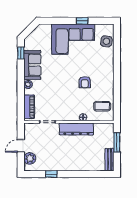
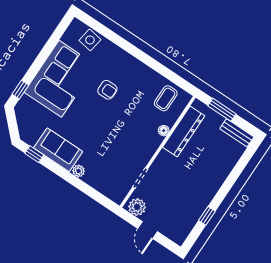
window: (82, 21) -> (20, 90), moved
armchair: (85, 82) -> (107, 90), moved
piano: (29, 107) -> (107, 188), removed
dresser: (76, 129) -> (184, 132), moved
plant: (30, 158) -> (137, 207), moved

